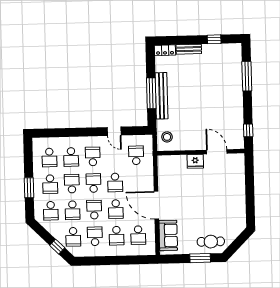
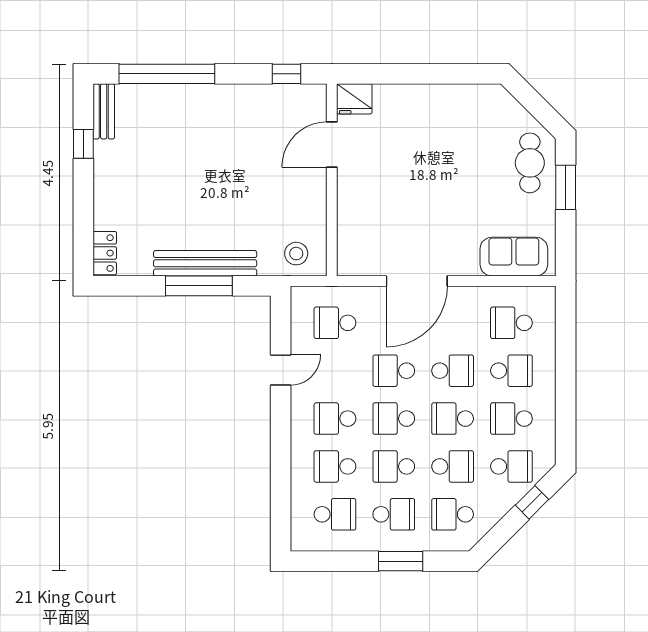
bench: (189, 49) -> (104, 111), moved
window: (247, 76) -> (167, 74), width x1.46
school desk: (71, 157) -> (335, 466), turned 180
fridge: (195, 161) -> (354, 99), moved, turned 90
school desk: (115, 182) -> (394, 371), turned 180
door: (156, 205) -> (417, 281), moved
school desk: (51, 211) -> (453, 514), turned 180
school desk: (138, 235) -> (511, 323), turned 180

